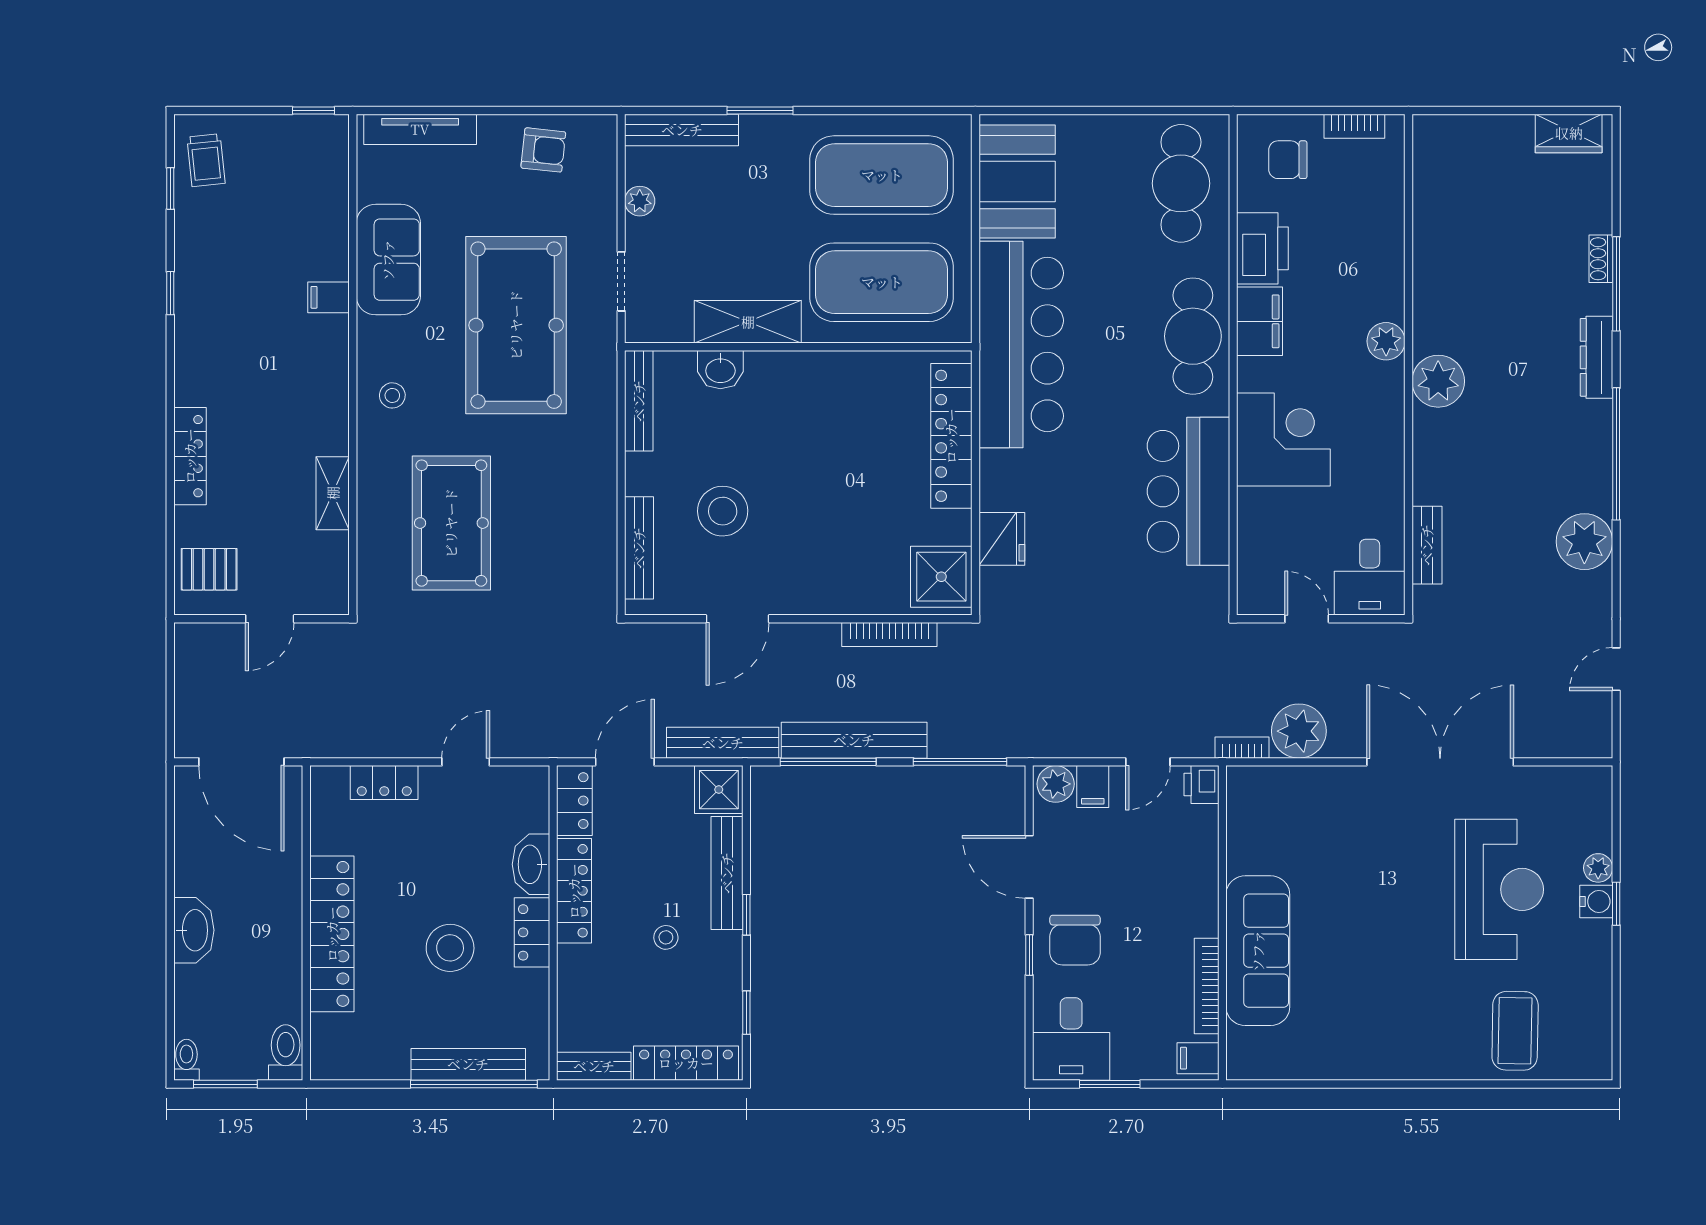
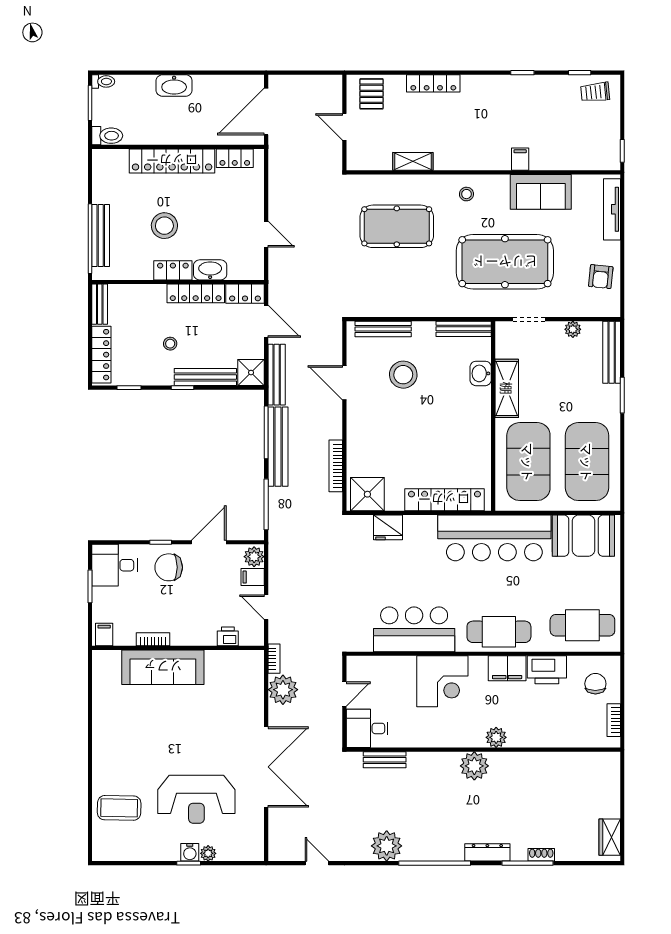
locker: (384, 783) -> (235, 158), moved, turned -90
printer: (1201, 785) -> (228, 636), moved
bookcase: (1207, 986) -> (153, 639), width x0.64

